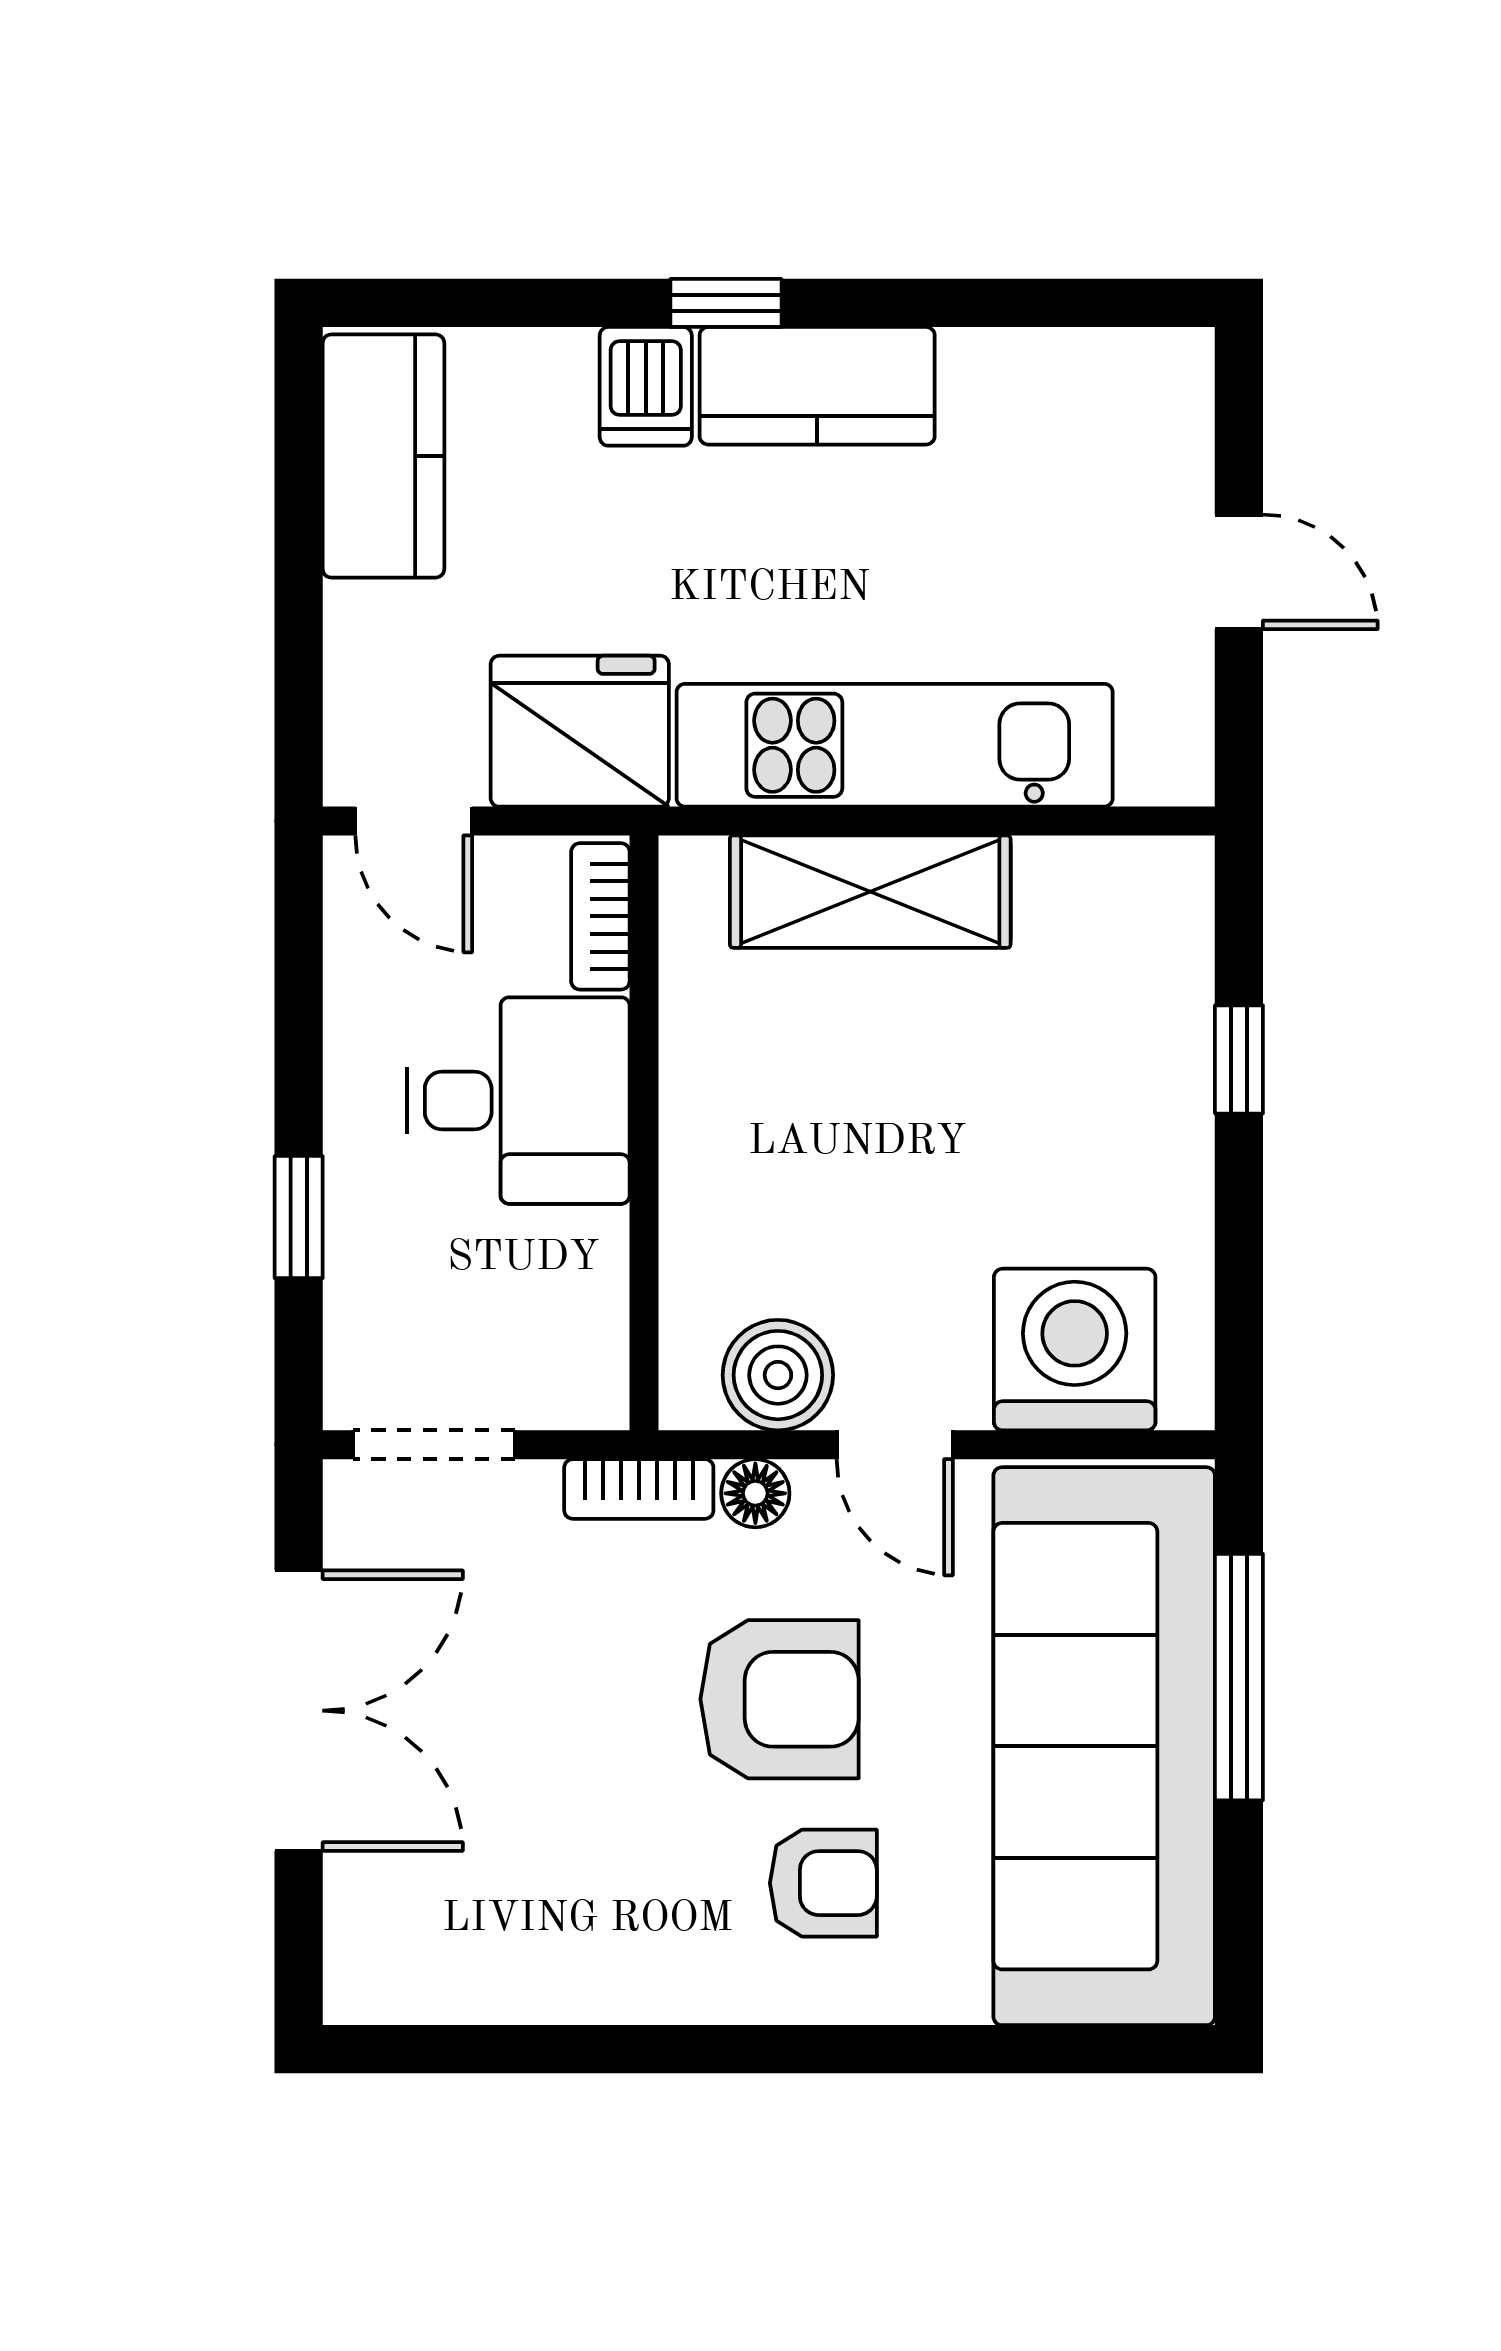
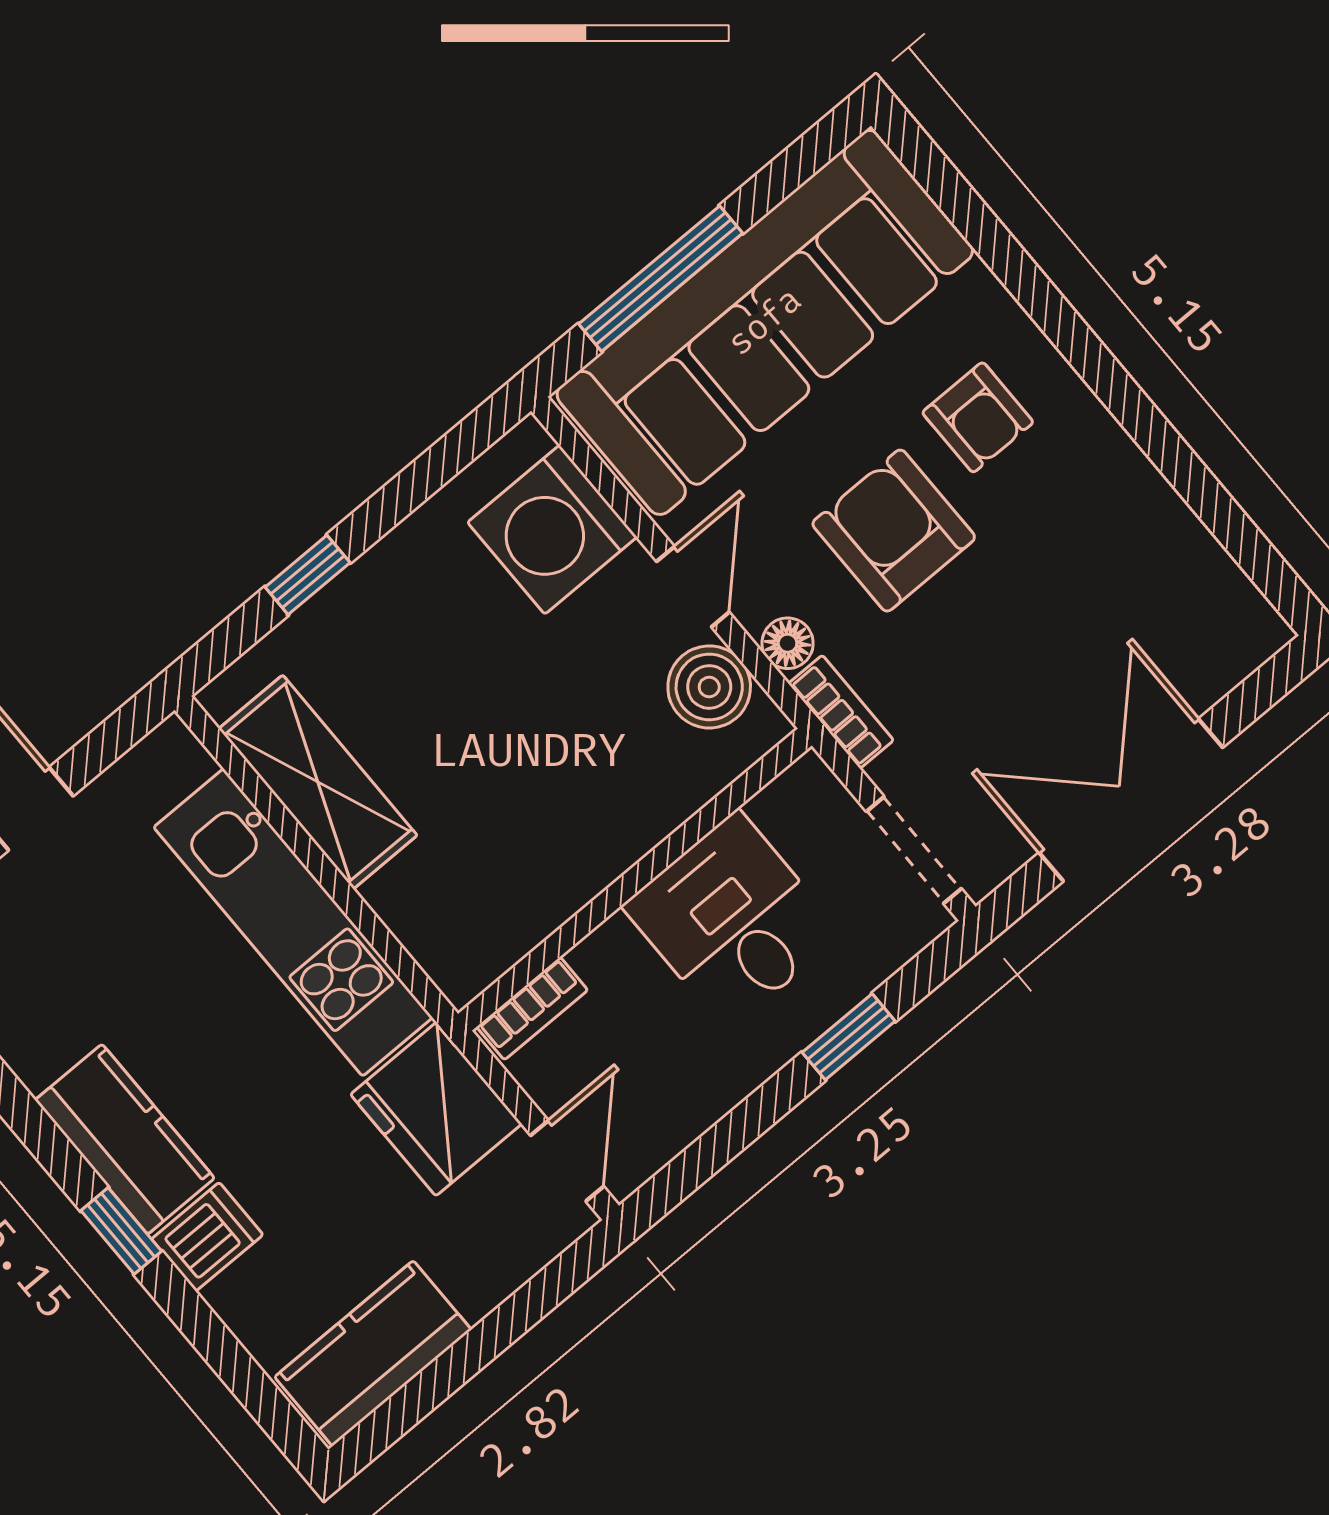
shelving: (870, 892) -> (318, 782), moved
desk: (518, 1101) -> (733, 920), moved
armchair: (823, 1883) -> (978, 417), turned 180

